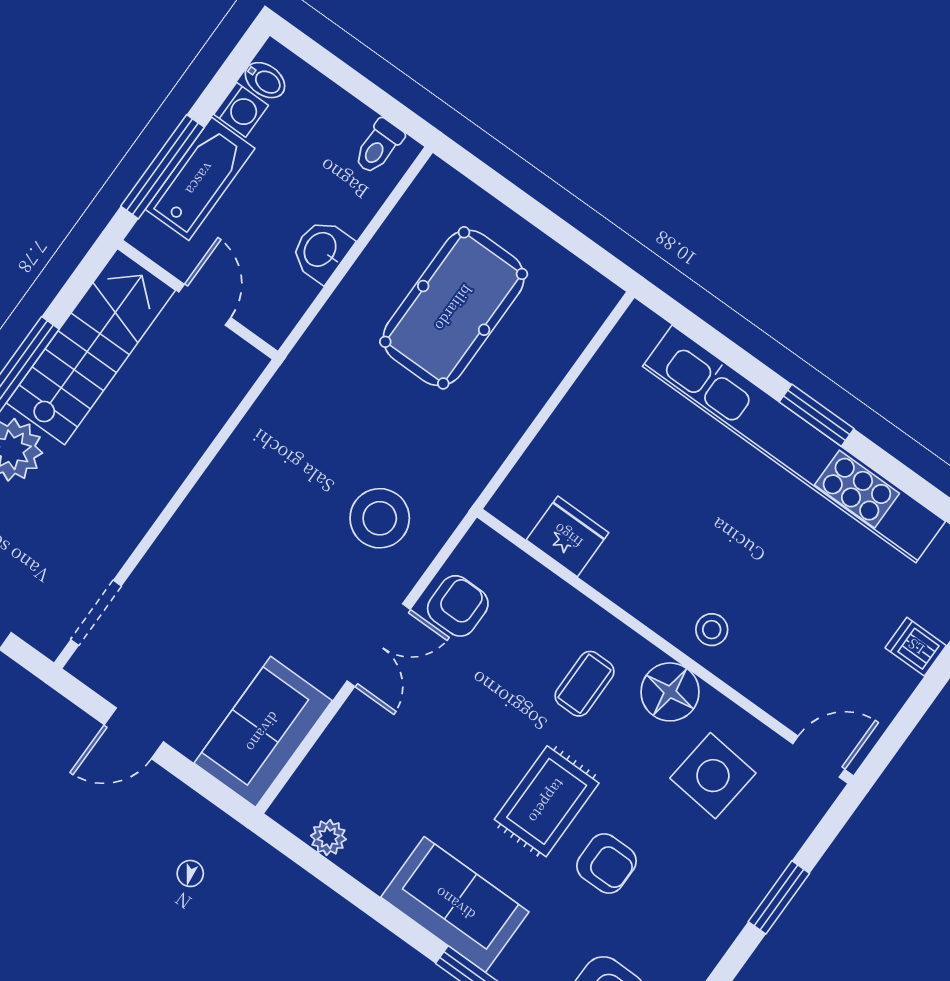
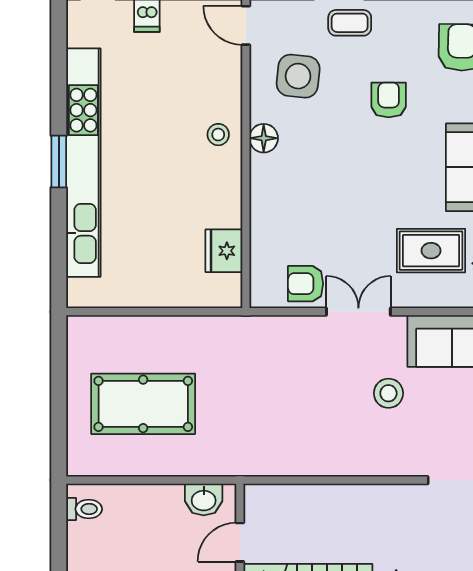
washbasin: (321, 250) -> (204, 500), moved
stool: (380, 518) -> (388, 393), moved, width x0.73, depth x0.73
coffee table: (584, 684) -> (350, 23), moved
floor lamp: (670, 692) -> (264, 138), width x0.73, depth x0.73
rug: (547, 801) -> (431, 251), moved

